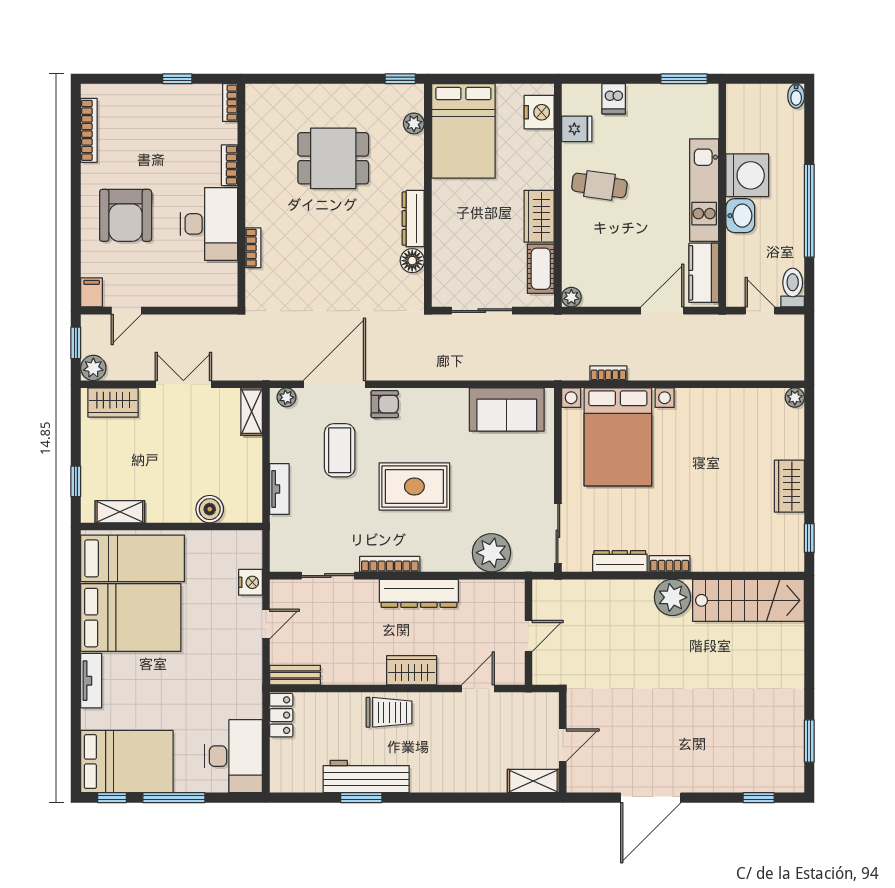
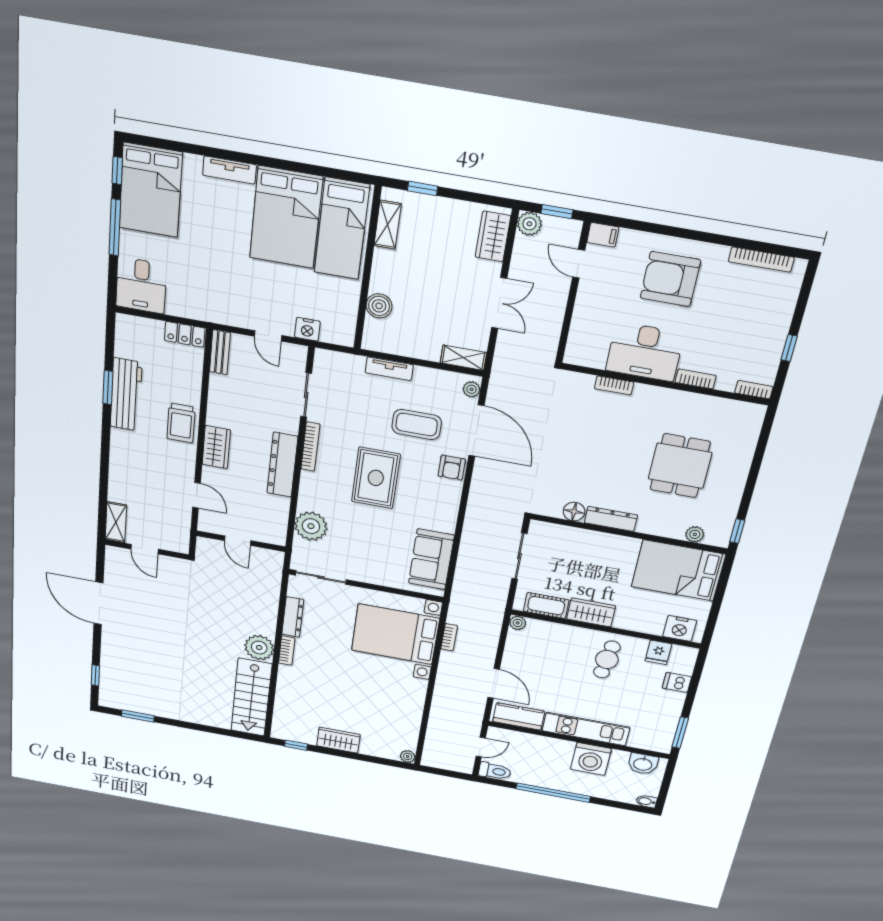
washbasin: (740, 216) -> (643, 764), moved
desk: (234, 756) -> (141, 285), width x0.73

